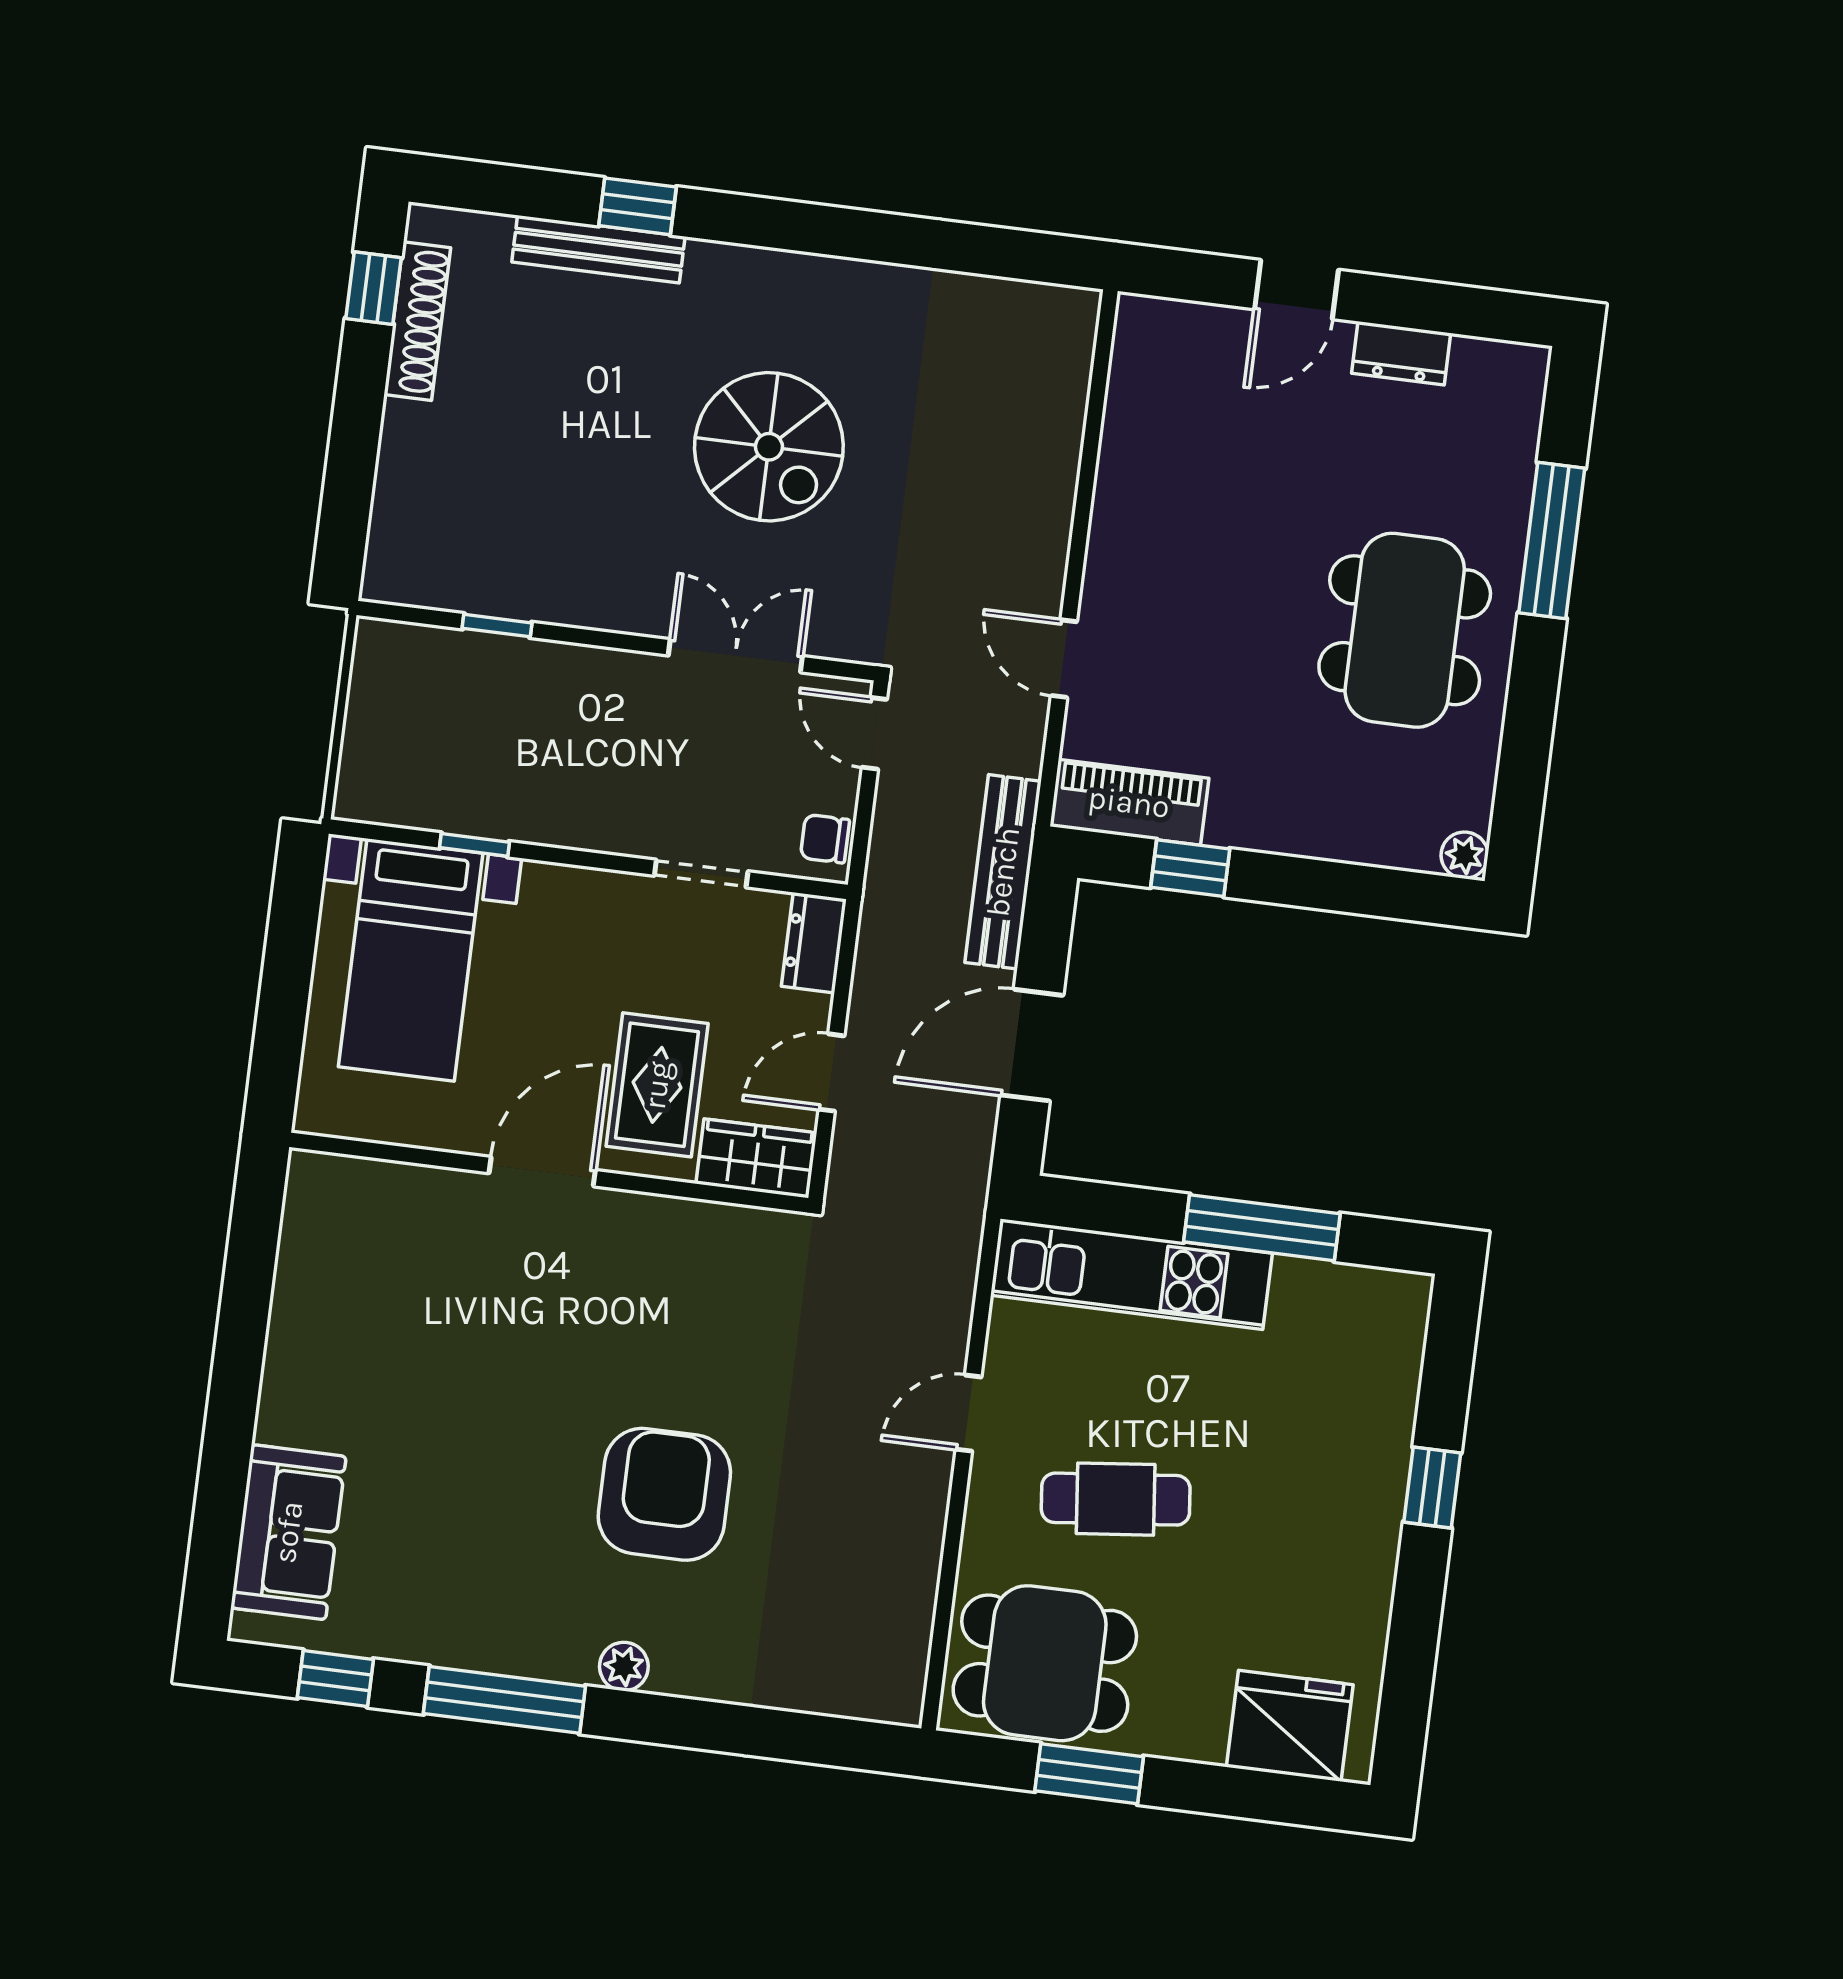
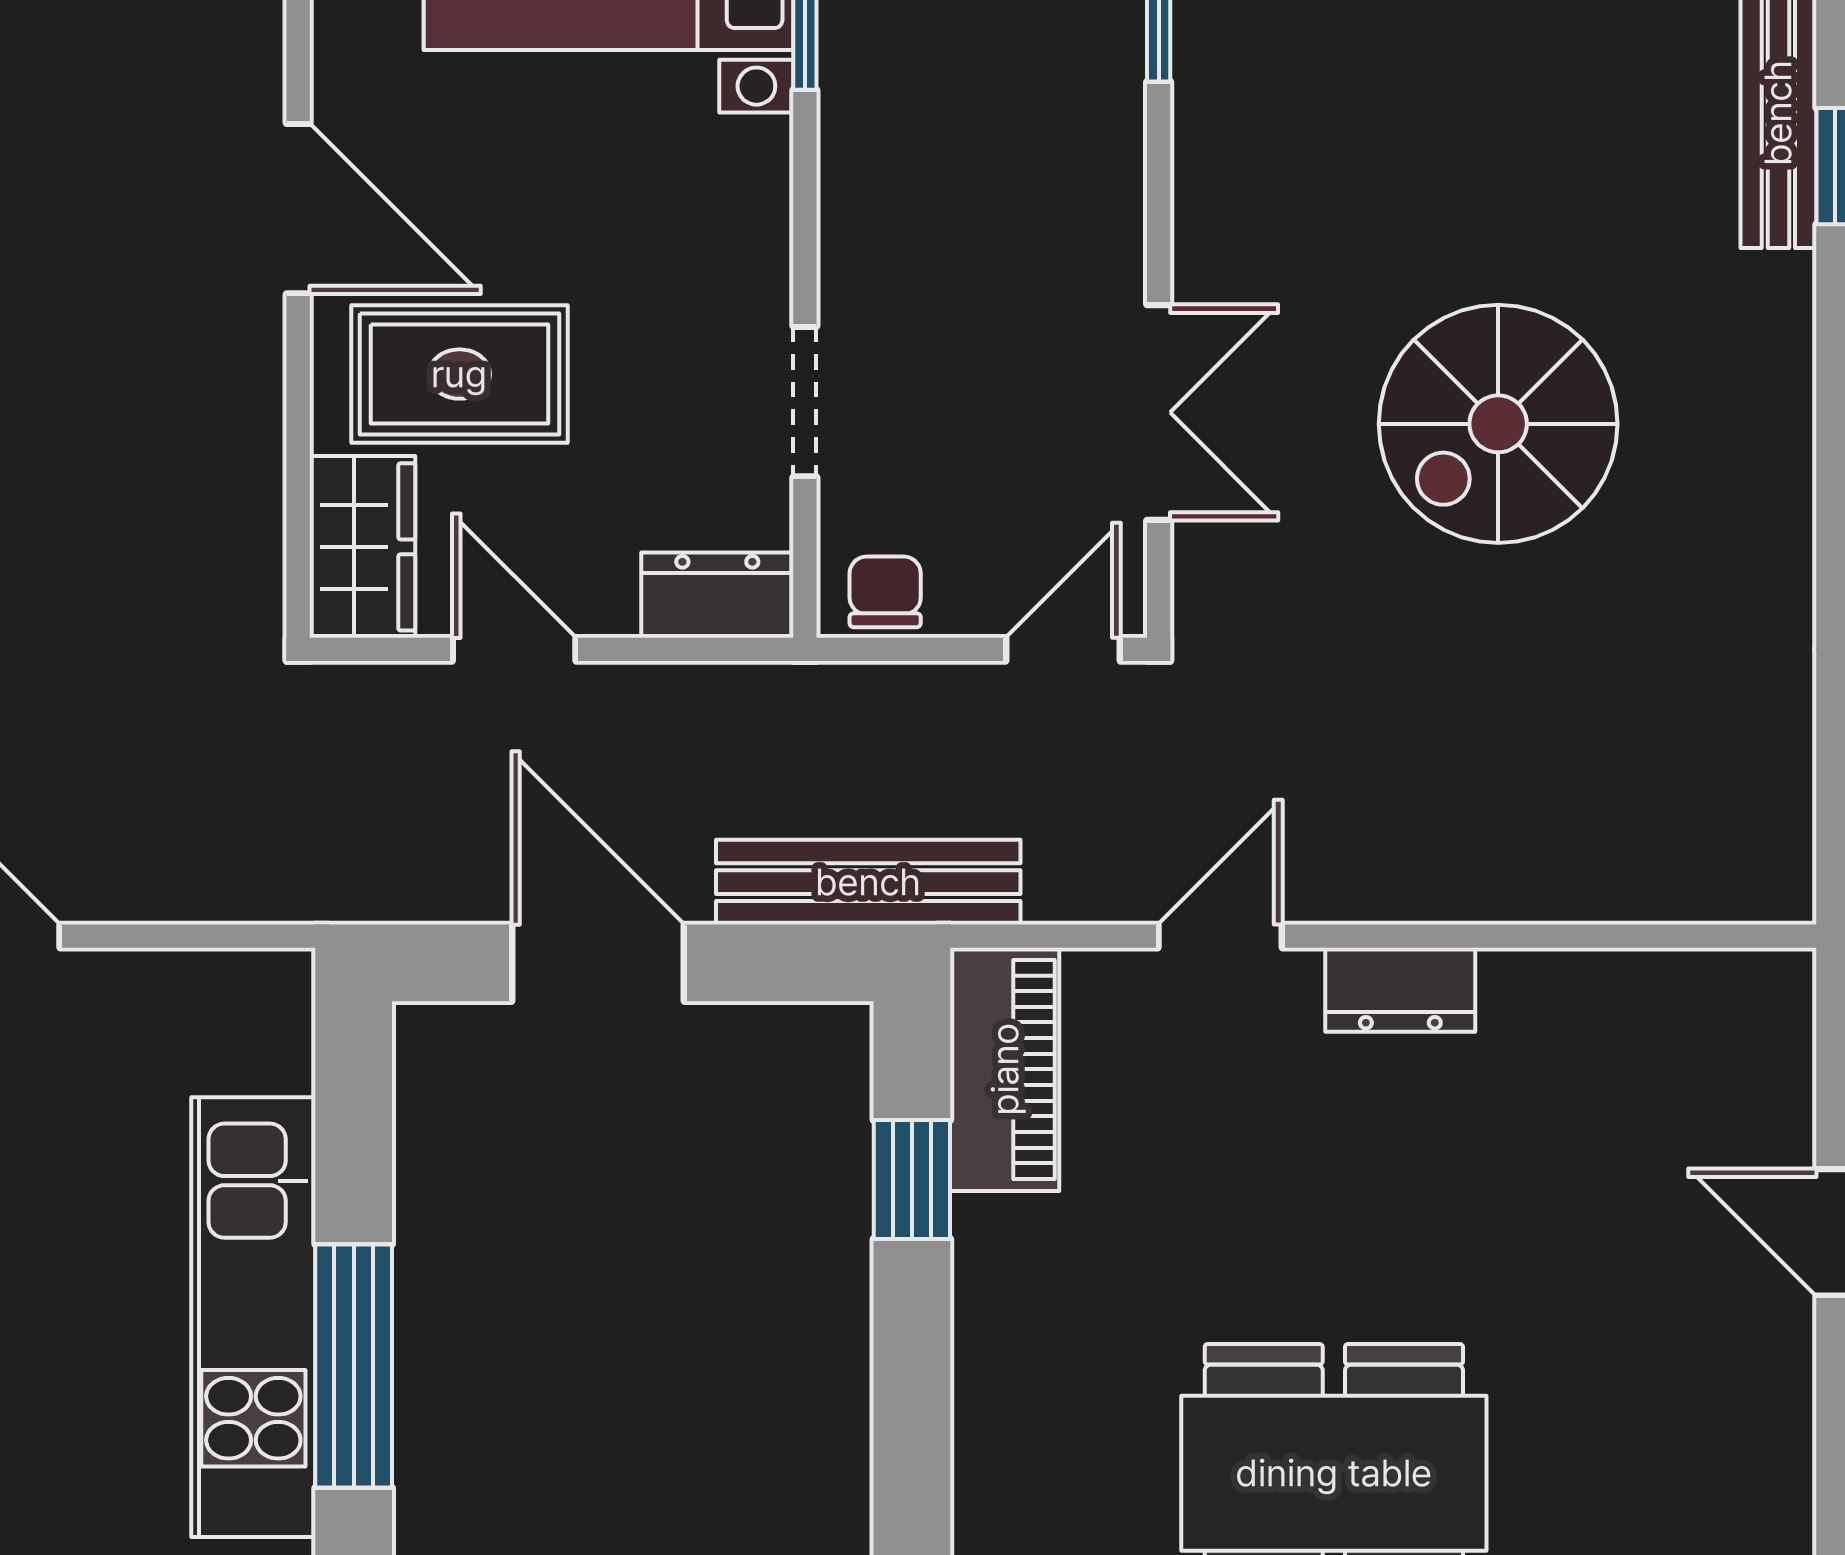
dresser: (1401, 353) -> (1400, 990), moved, turned -90
kitchen unit: (1131, 1274) -> (253, 1317), moved

